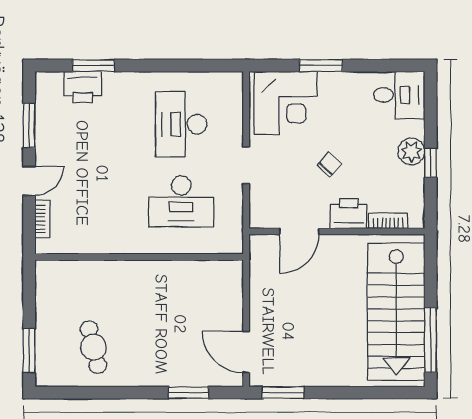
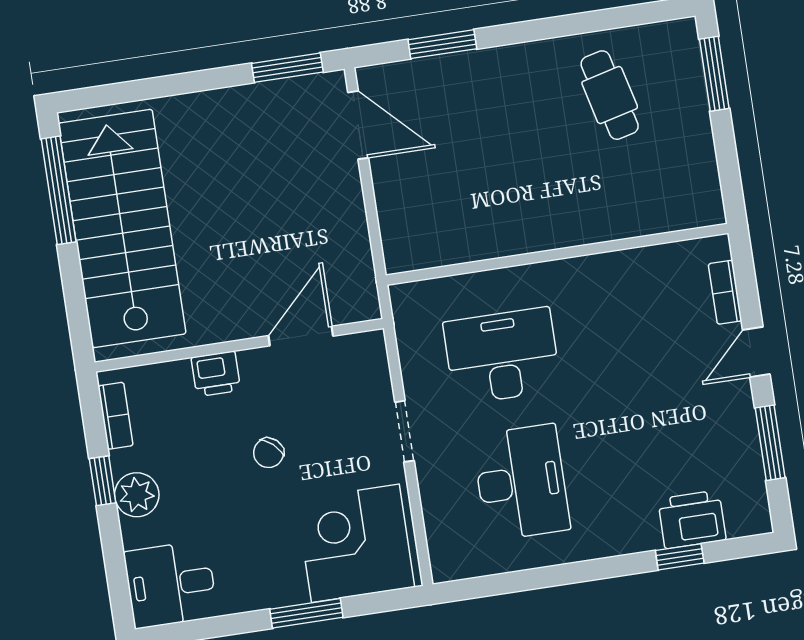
window: (93, 66) -> (680, 557), width x0.67
printer: (349, 214) -> (216, 374), width x0.73, depth x0.81
bookcase: (388, 221) -> (116, 416), moved, turned -90

